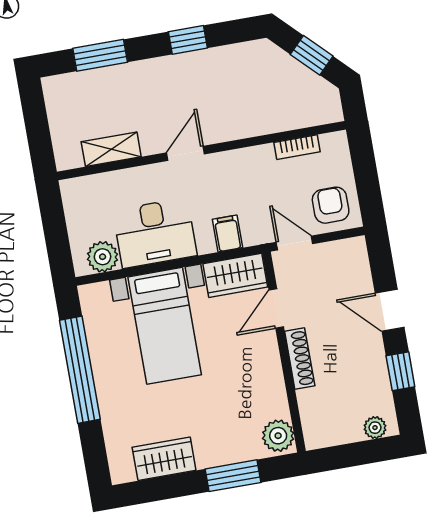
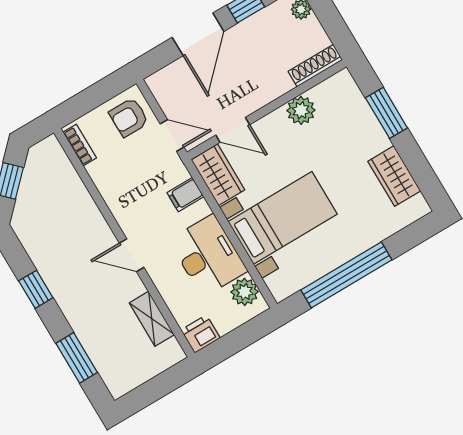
bookcase: (297, 147) -> (80, 145), moved
printer: (76, 194) -> (201, 334), added
door: (294, 243) -> (172, 135), swing flipped
door: (390, 310) -> (198, 34), width x1.38
shoe rack: (300, 359) -> (315, 66), moved
plant: (278, 436) -> (301, 110), moved

